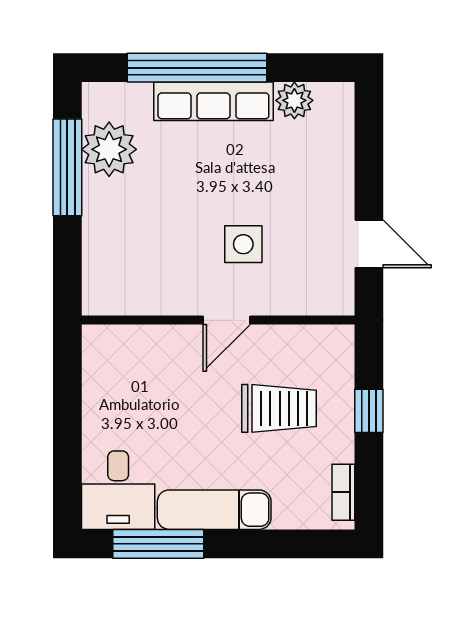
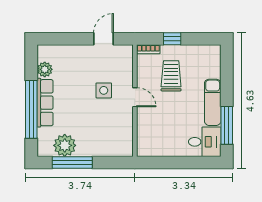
bookcase: (343, 492) -> (148, 49), moved

